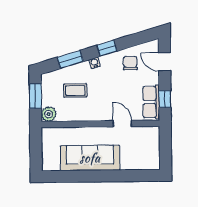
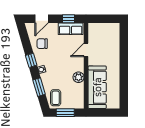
coffee table: (75, 90) -> (56, 98), moved
plant: (49, 114) -> (79, 77), moved
sofa: (90, 158) -> (97, 87), moved, turned 180

